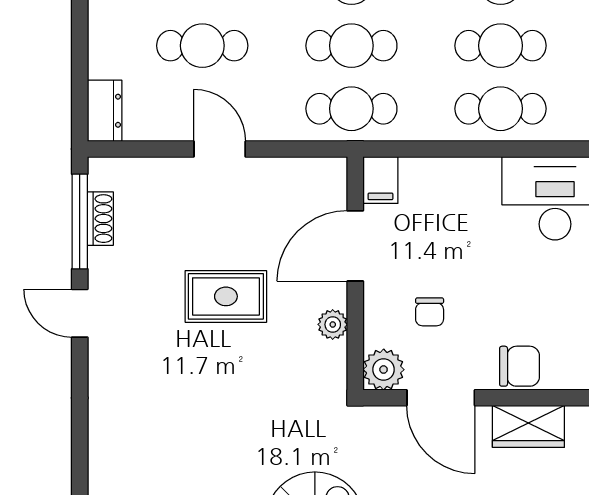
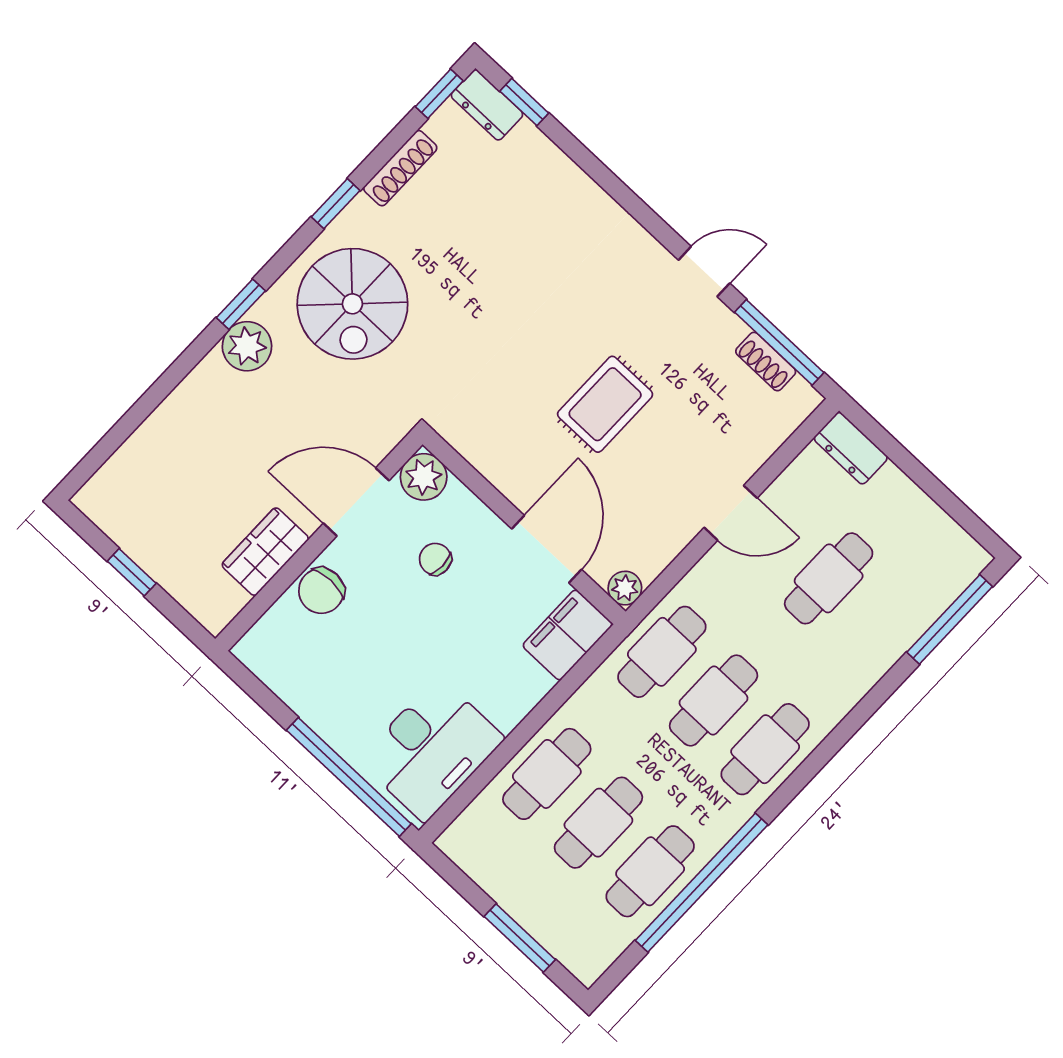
filing cabinet: (380, 180) -> (568, 635), width x2.00
plant: (333, 324) -> (625, 588), moved

